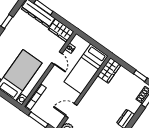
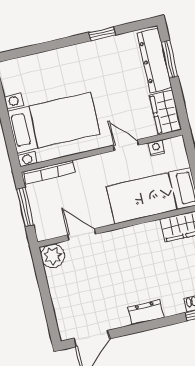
door: (57, 58) -> (126, 145), swing flipped

